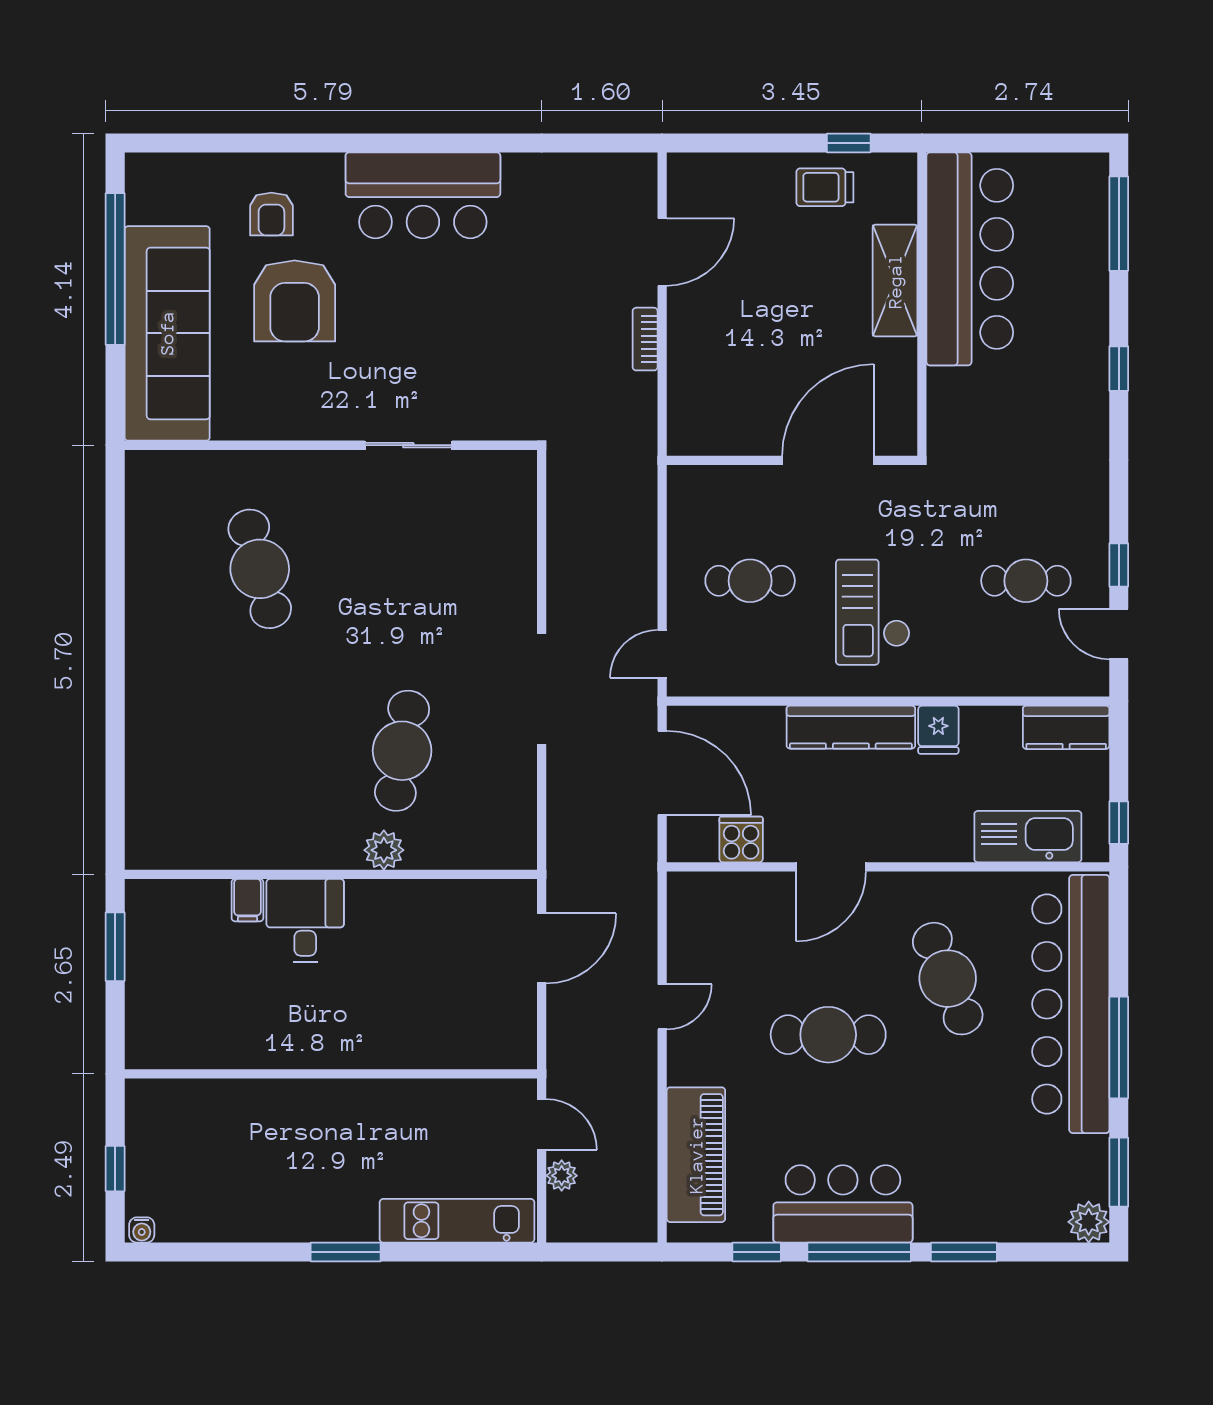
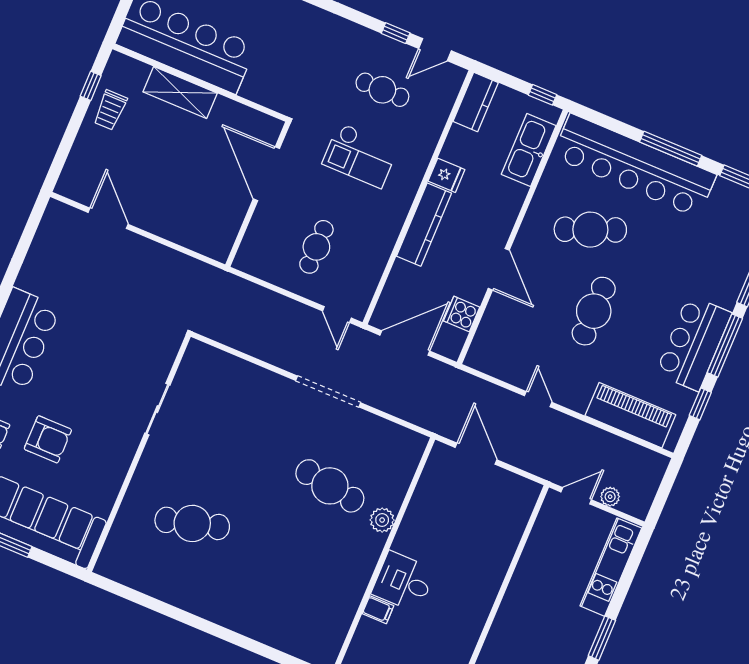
armchair: (295, 301) -> (48, 439), width x0.73, depth x0.73
bookcase: (645, 339) -> (154, 249), removed
cafe table: (1026, 581) -> (382, 90), turned 90
checkout: (873, 612) -> (360, 155), moved

